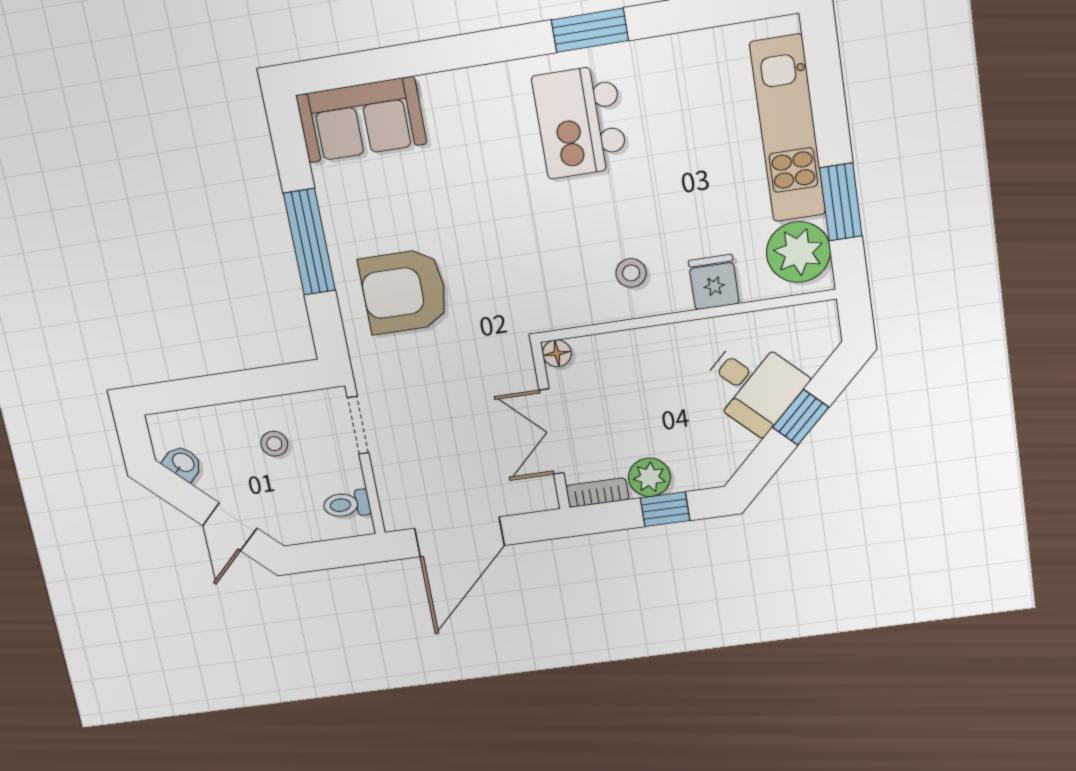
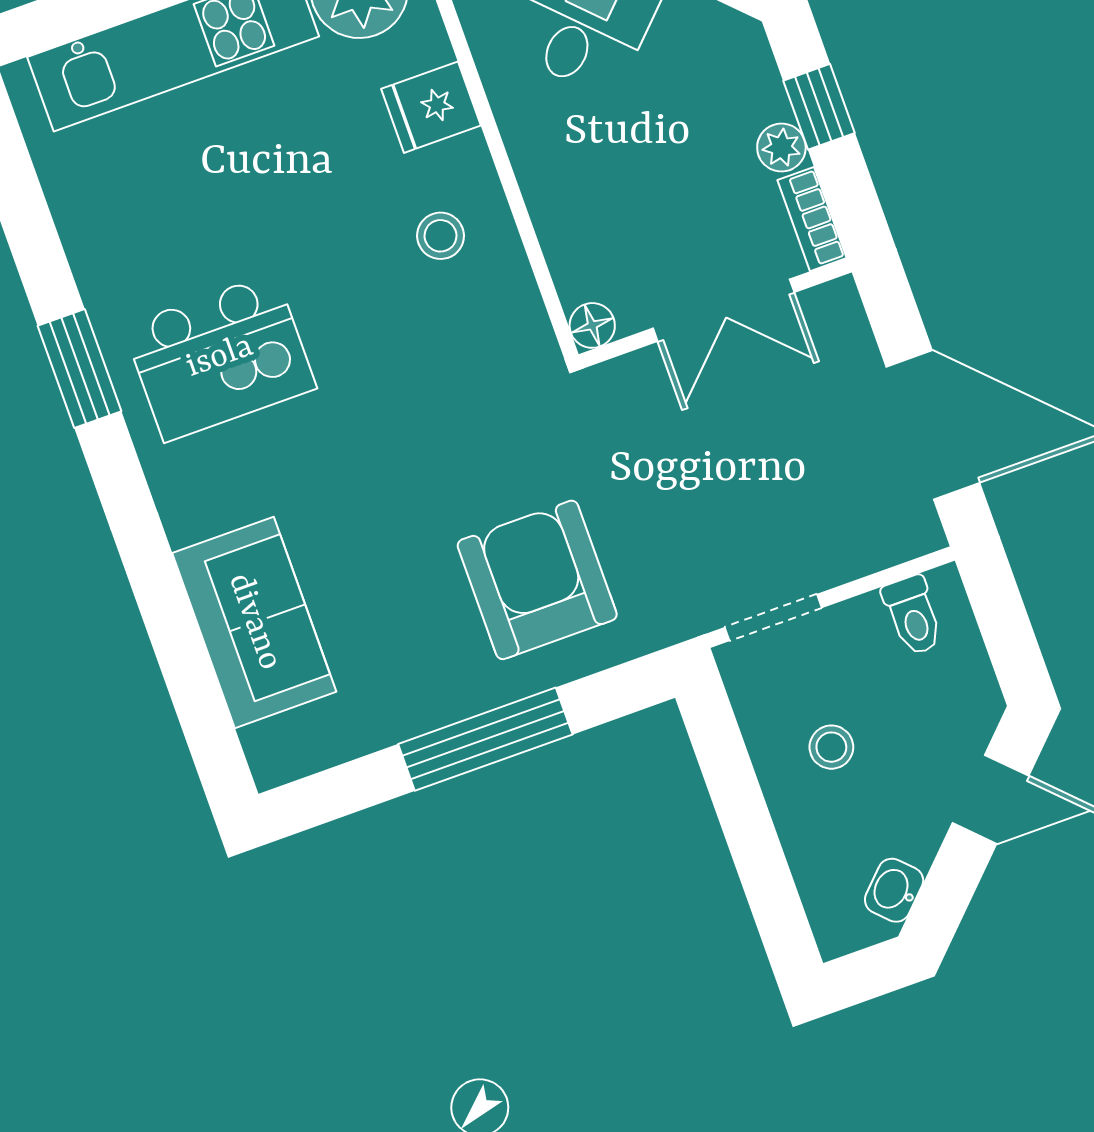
sofa: (361, 120) -> (254, 622), moved
armchair: (404, 291) -> (537, 580), turned 180
plant: (649, 477) -> (781, 148), width x0.73, depth x0.73

